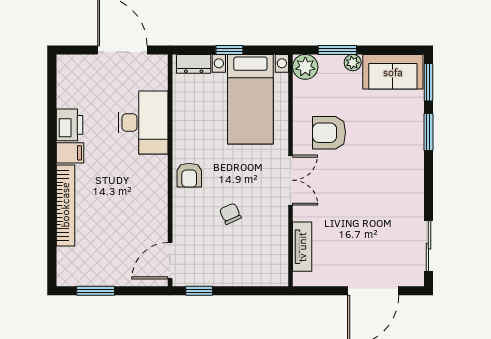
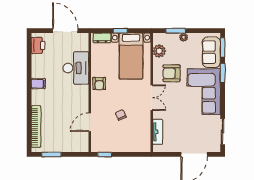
plant: (305, 67) -> (159, 51), moved
sofa: (393, 72) -> (211, 52), moved, turned 90
printer: (69, 125) -> (38, 45), moved
corner sofa: (392, 169) -> (204, 92), added
armchair: (189, 175) -> (99, 83), moved
bookcase: (65, 205) -> (36, 126), moved
door: (170, 261) -> (90, 122), moved

